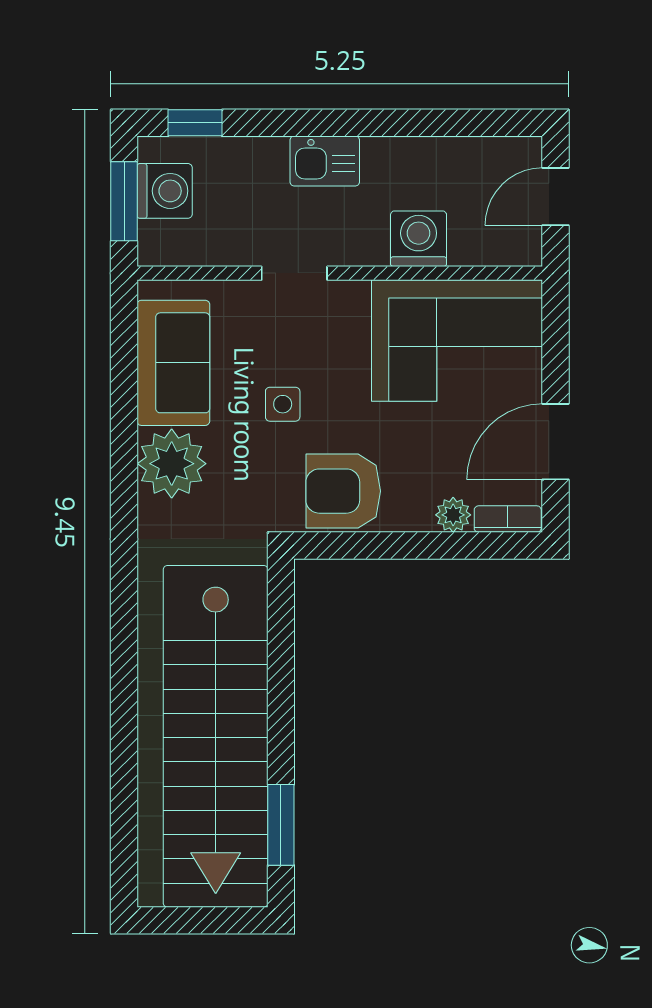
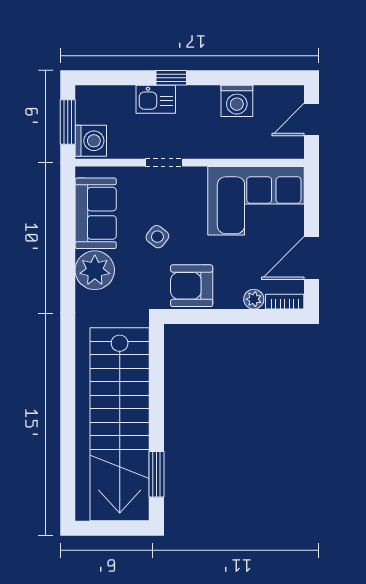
window: (195, 123) -> (171, 78), moved
kitchen sink: (325, 161) -> (156, 99), moved
washing machine: (165, 191) -> (91, 141), moved
washing machine: (419, 239) -> (237, 101), moved, turned 180
side table: (283, 404) -> (157, 237), turned 38

